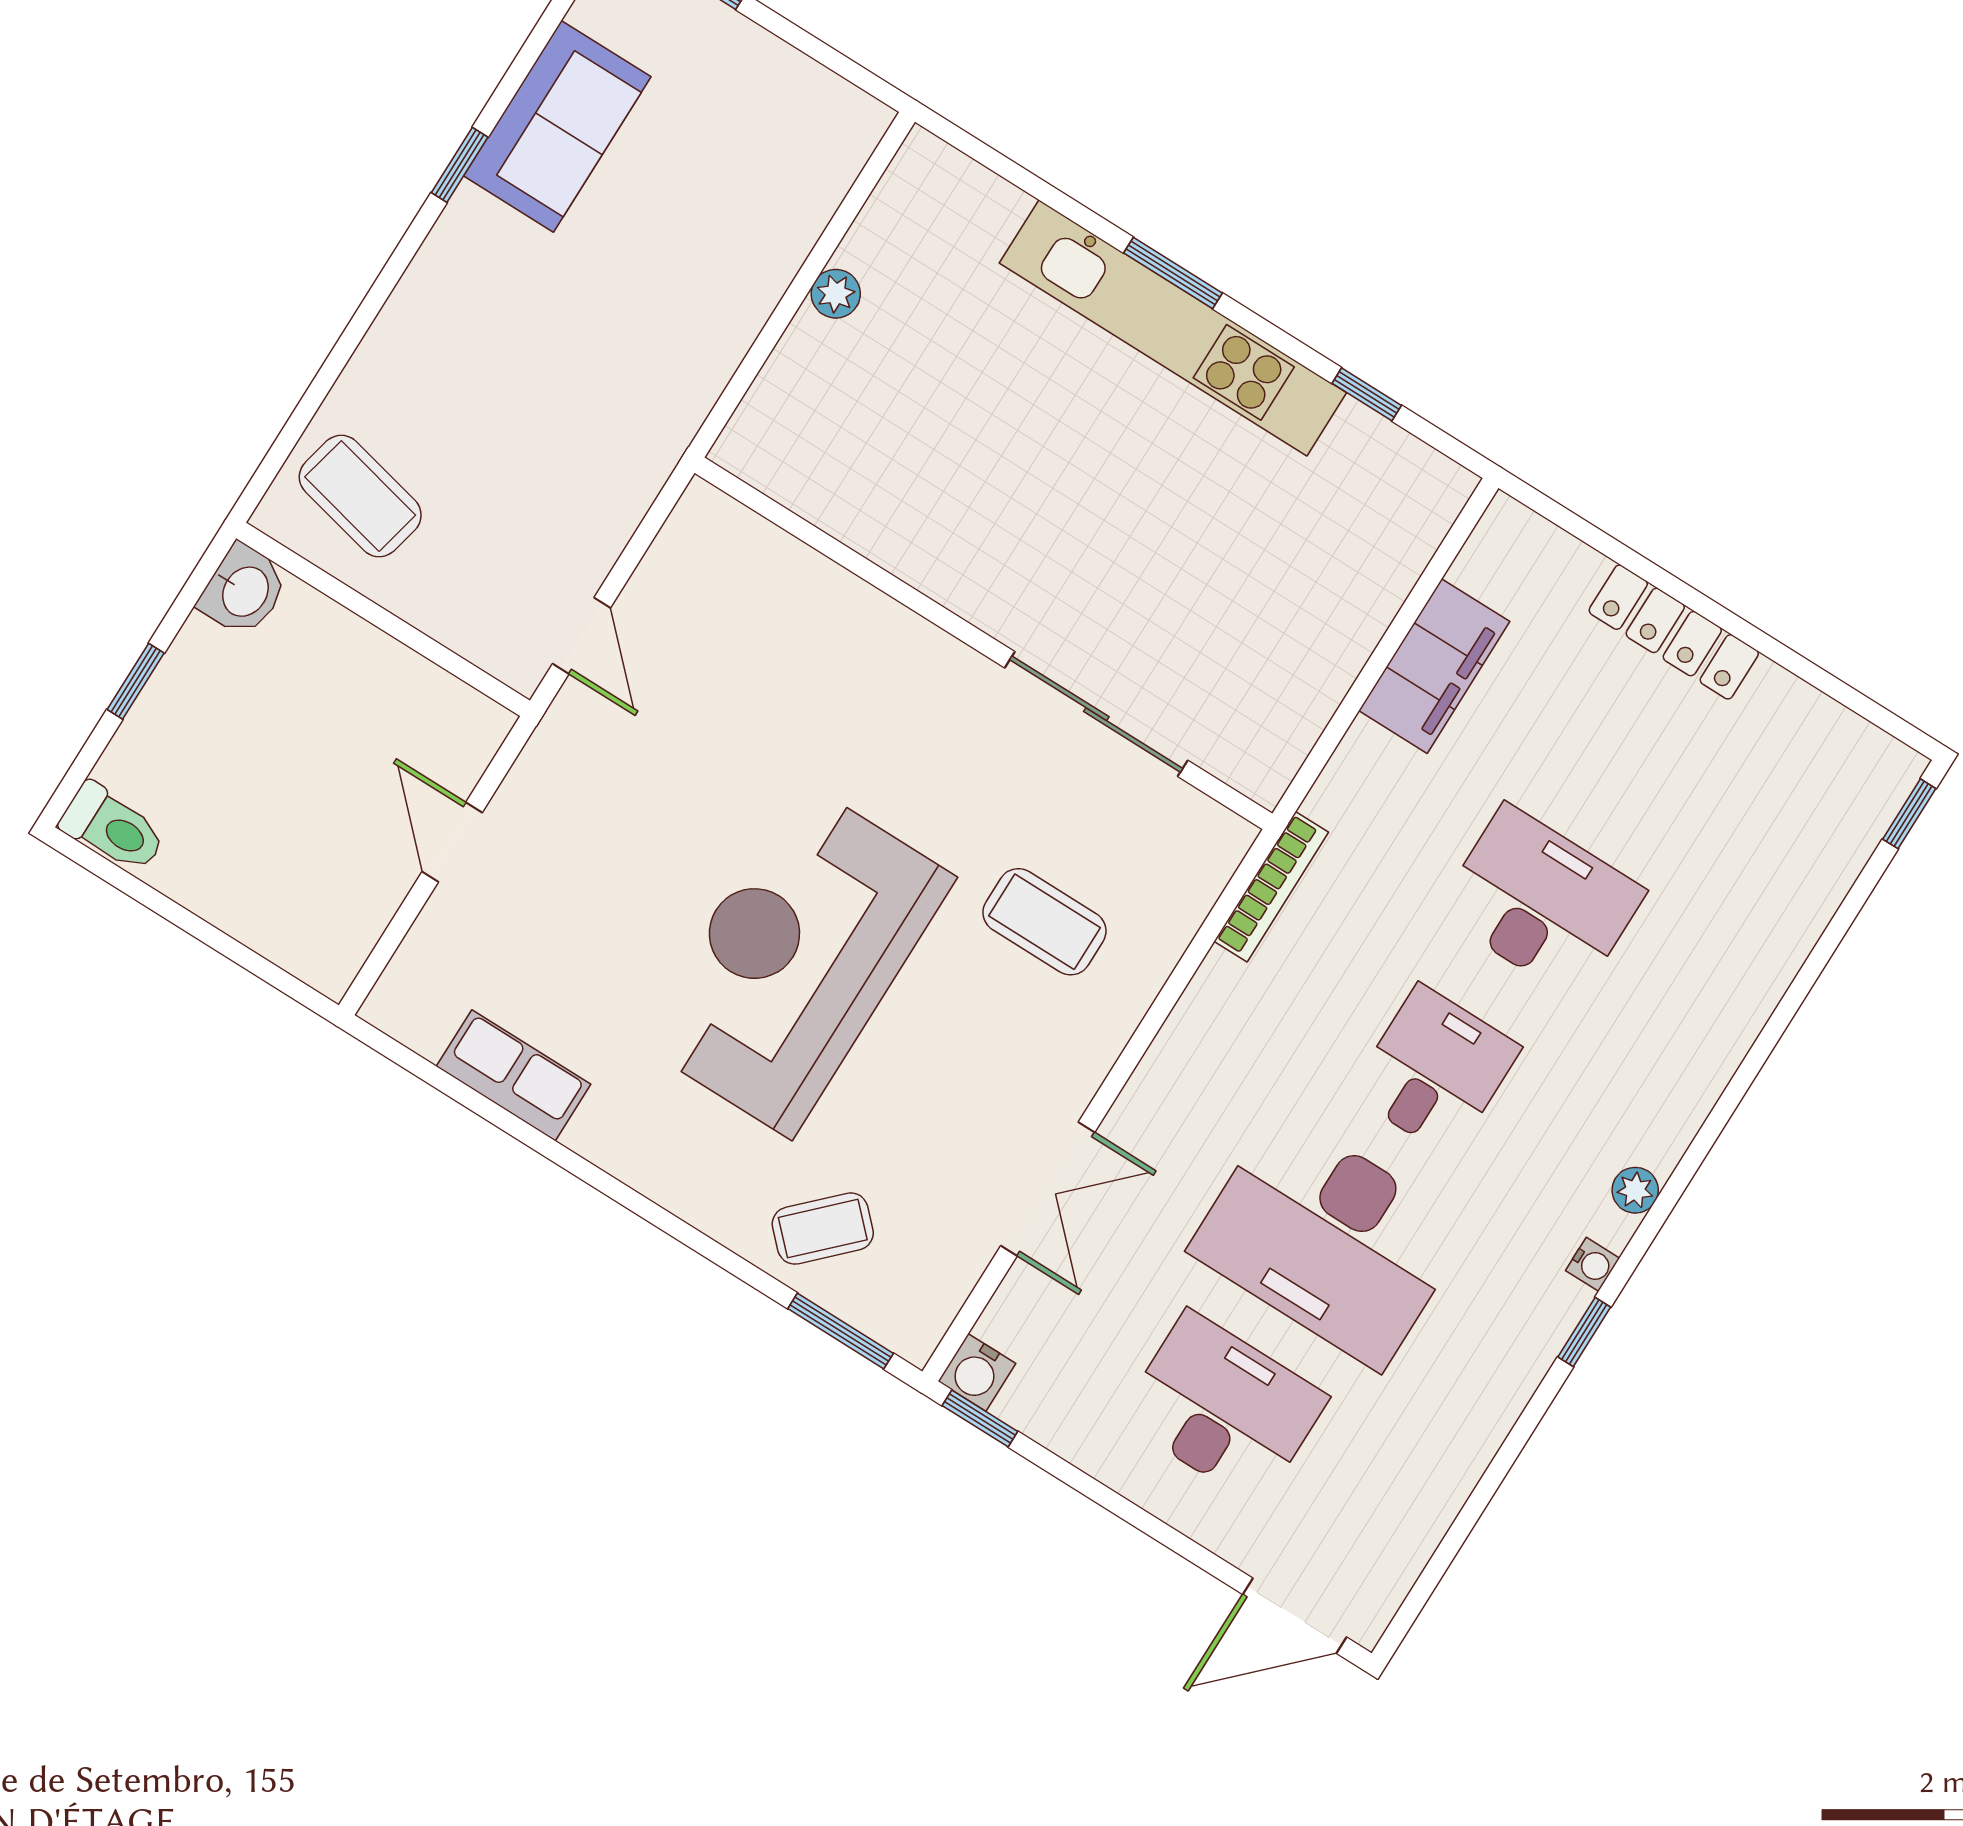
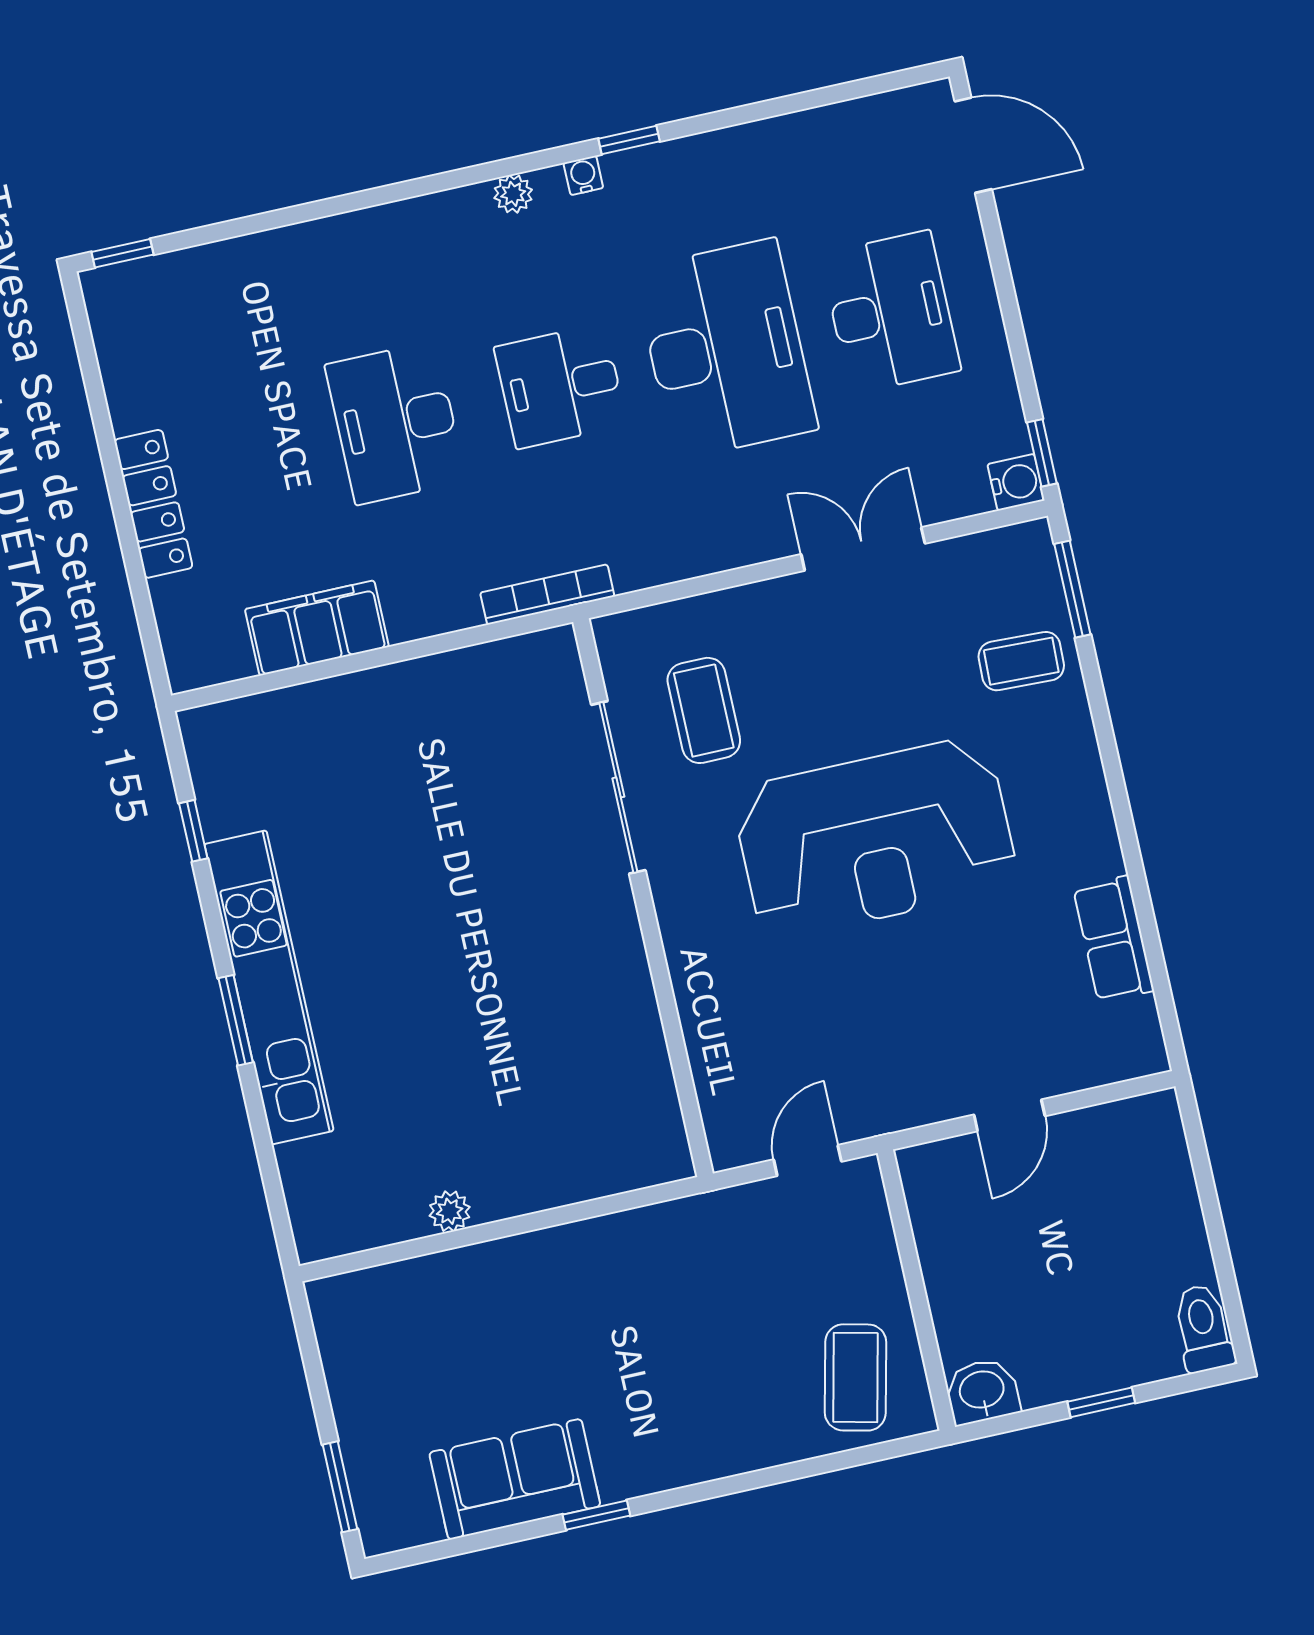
wall: (983, 643) -> (643, 898), moved
sliding door: (1096, 714) -> (618, 787), moved
coffee table: (823, 1229) -> (1021, 661), turned -43
desk: (1223, 1408) -> (890, 312), turned 180

